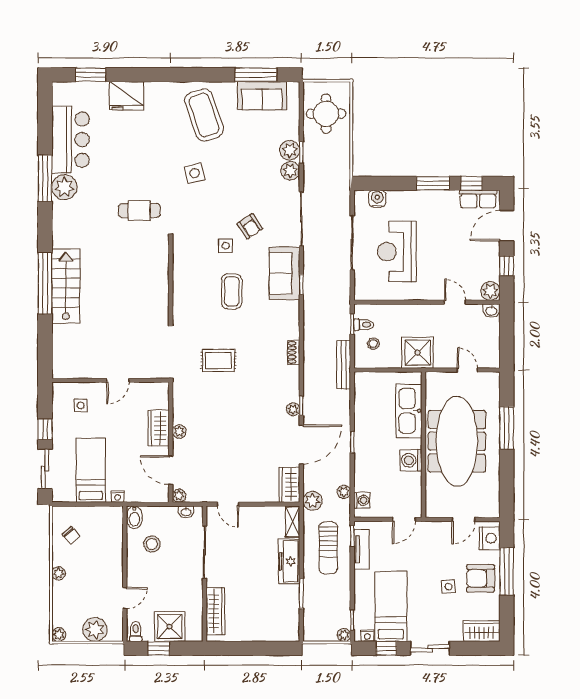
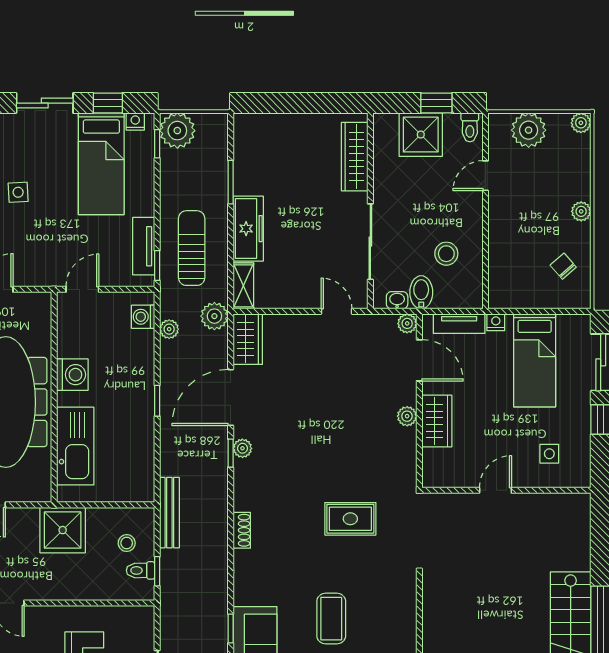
tv unit: (143, 496) -> (459, 324), added
bidet: (134, 517) -> (421, 292), moved
plant: (344, 635) -> (177, 131), width x1.88, depth x1.88

